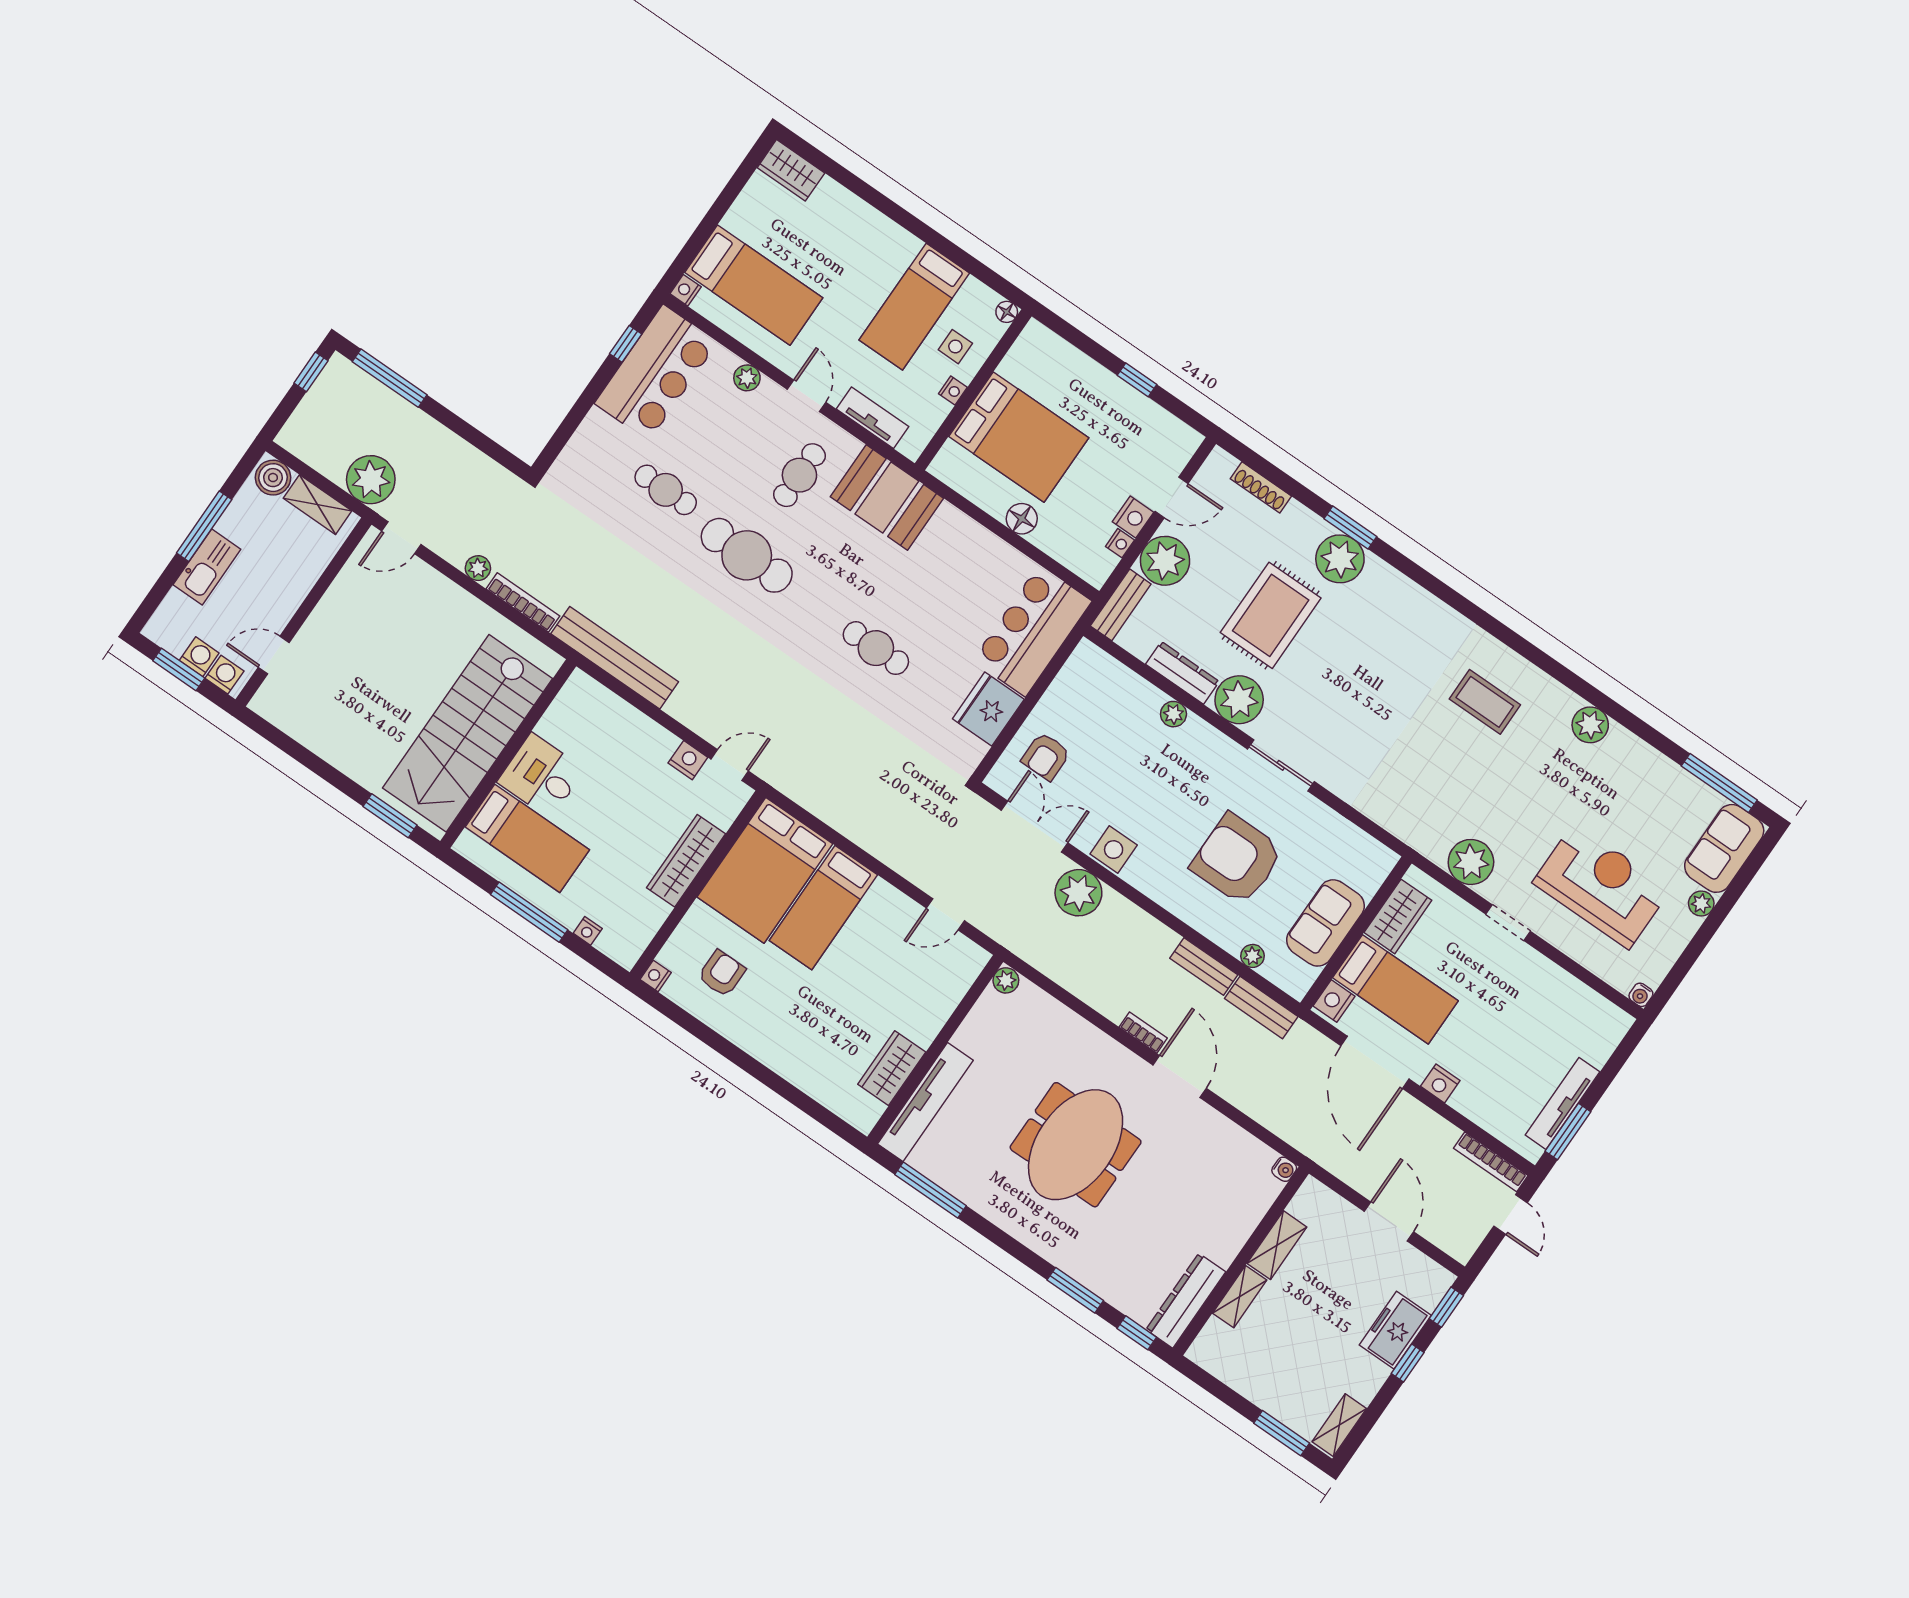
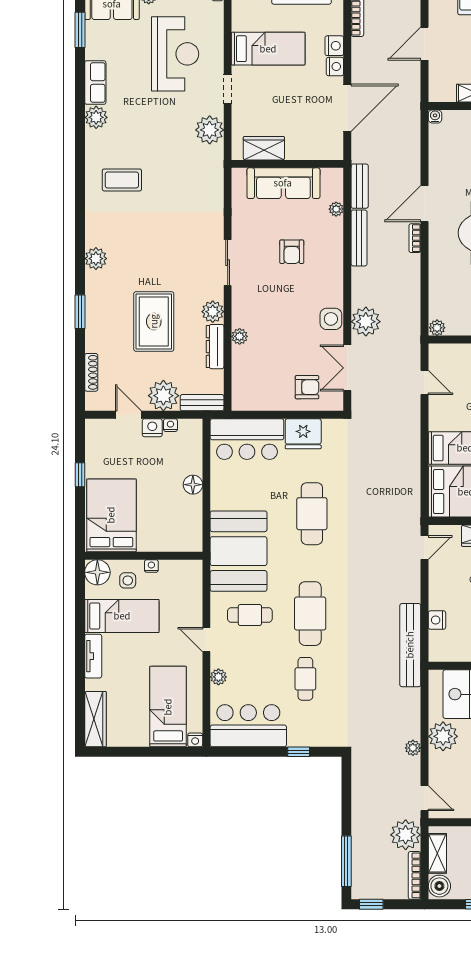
wardrobe: (791, 170) -> (96, 719), width x1.50
floor lamp: (1007, 312) -> (97, 572), width x1.89, depth x1.89
window: (626, 344) -> (299, 752), moved
door: (806, 396) -> (206, 640), hinge flipped
tv unit: (873, 418) -> (93, 656), moved, turned 180
bed: (1019, 437) -> (111, 515), moved
booth: (887, 497) -> (239, 551), width x1.36, depth x1.42
plant: (1340, 559) -> (96, 259), moved, width x0.73, depth x0.73
bookcase: (523, 602) -> (415, 875), moved
rug: (1271, 615) -> (154, 321), turned 90
plant: (466, 618) -> (443, 736), added
cafe table: (876, 648) -> (312, 514), width x1.37, depth x1.35
plant: (1239, 700) -> (213, 312), width x0.73, depth x0.73
coffee table: (1485, 702) -> (122, 180), turned 90
row of seats: (1636, 755) -> (95, 83), added
nightstand: (688, 760) -> (437, 620), moved
door: (730, 765) -> (425, 547), swing flipped
window: (1719, 783) -> (80, 30), width x0.69
armchair: (1237, 859) -> (292, 252), width x0.53, depth x0.53
reception desk: (1602, 886) -> (175, 54), turned 180
sofa: (1325, 923) -> (283, 183), width x1.36
bench: (1204, 966) -> (359, 238), width x1.36
bed: (1395, 989) -> (268, 49), moved, turned 90
nightstand: (1334, 1001) -> (334, 46), moved, turned -90

